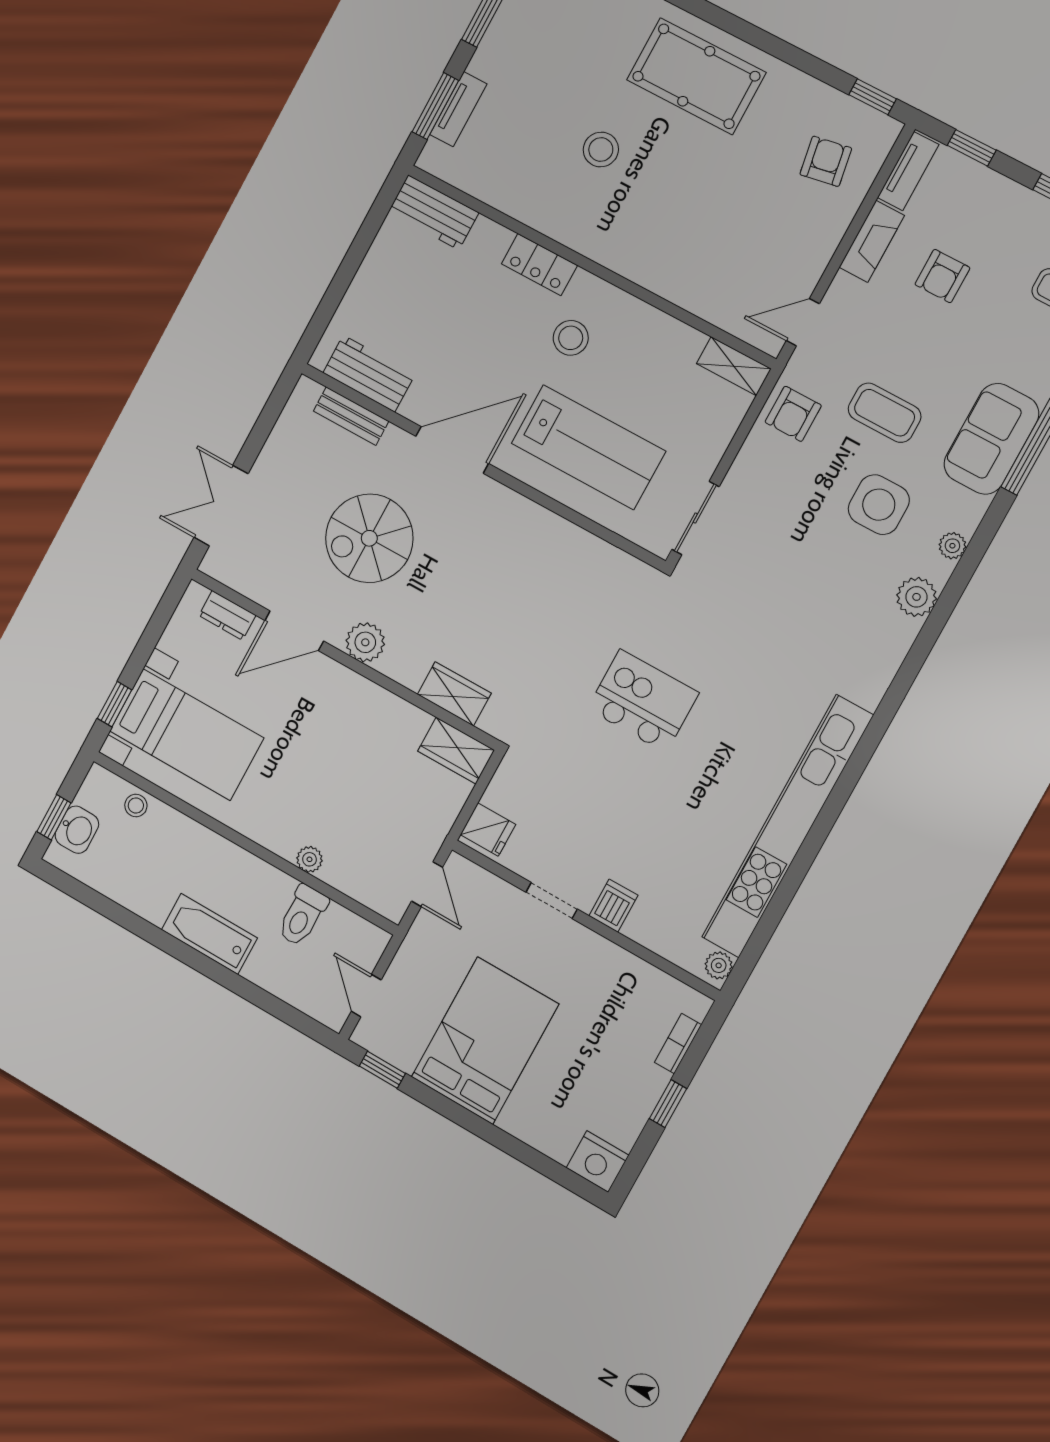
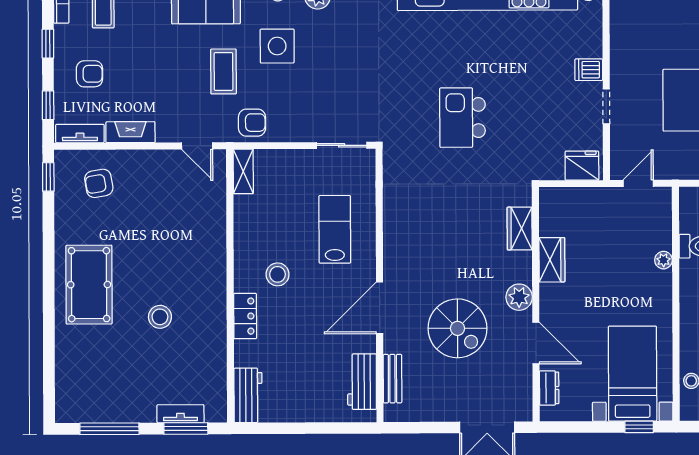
armchair: (942, 276) -> (89, 74), moved
lab bench: (588, 447) -> (335, 229), width x0.73, depth x0.72
door: (452, 450) -> (380, 308), hinge flipped
wardrobe: (456, 751) -> (552, 260), moved
fridge: (488, 830) -> (582, 166), width x1.38

